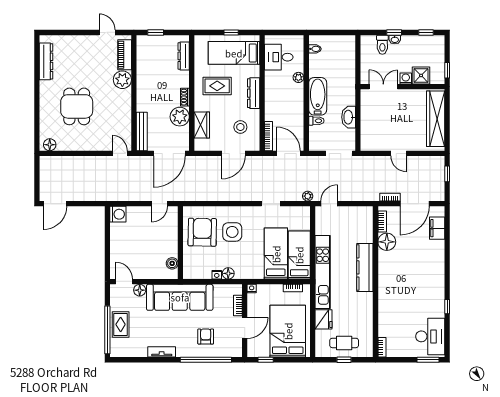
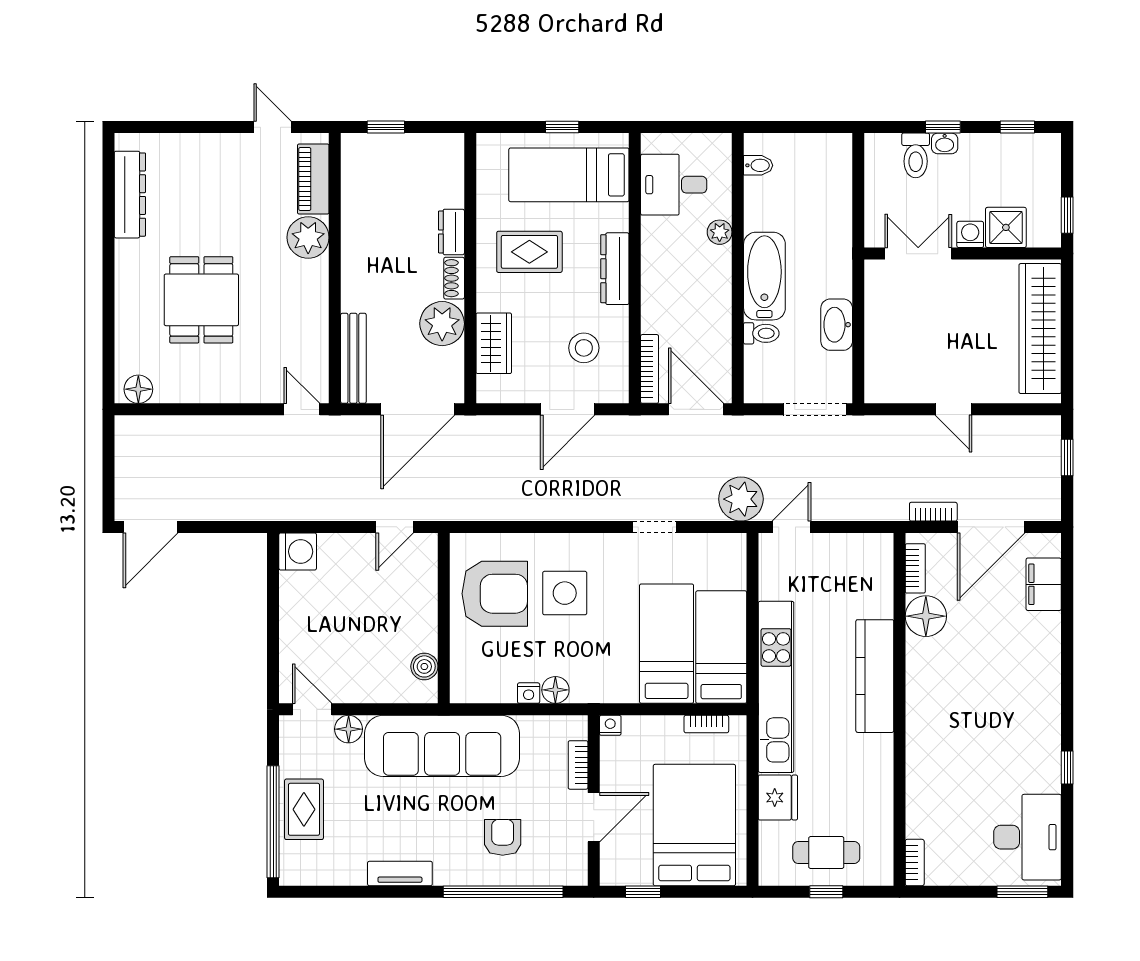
dresser: (184, 56) -> (451, 232), moved, width x0.70
plant: (308, 196) -> (741, 499), width x1.88, depth x1.88
armchair: (202, 232) -> (495, 594), turned 89

